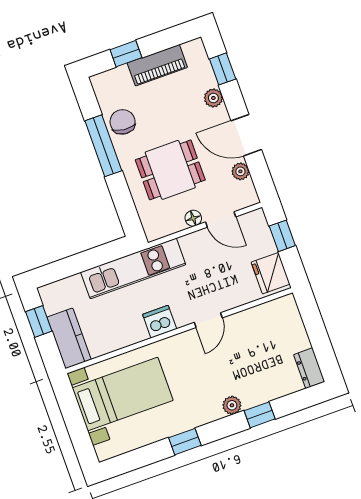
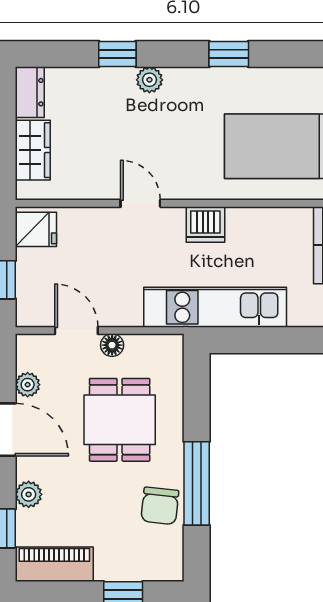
piano: (157, 65) -> (54, 564), moved
dining table: (170, 170) -> (120, 420), turned 90
fridge: (271, 273) -> (36, 229), width x0.72
door: (208, 320) -> (140, 203), hinge flipped
wardrobe: (293, 330) -> (33, 150), added

